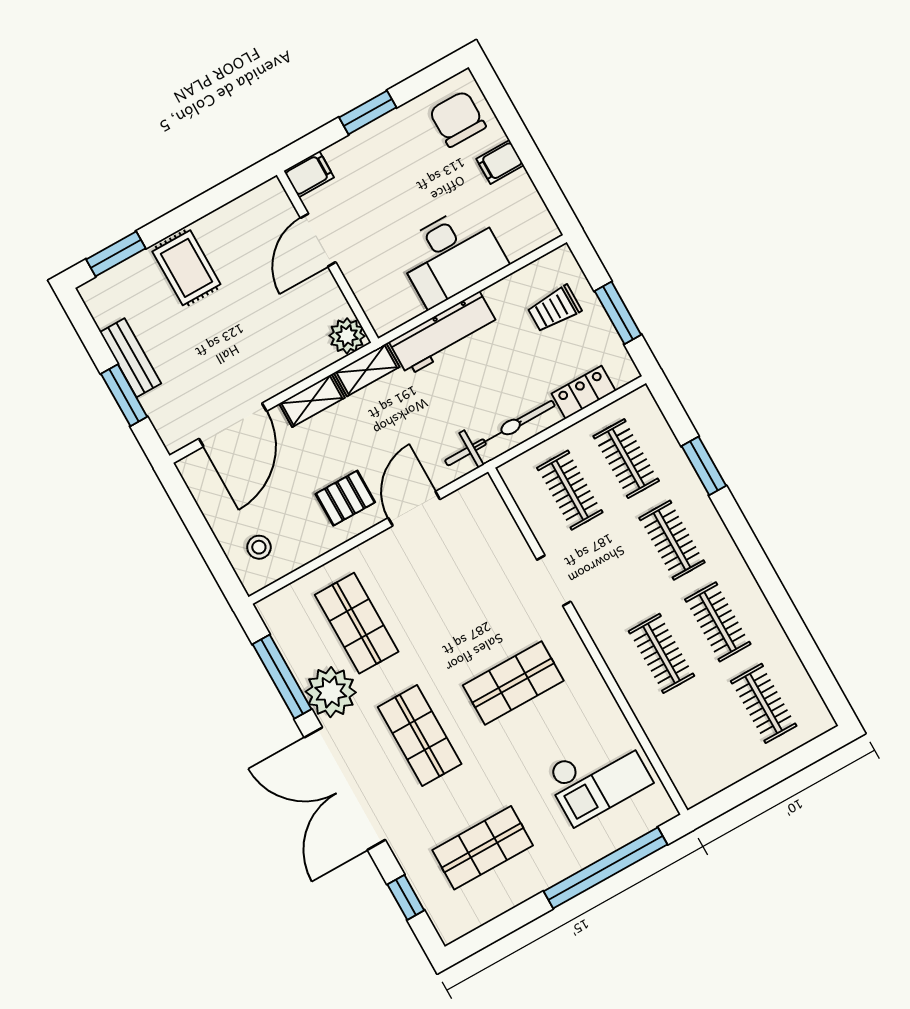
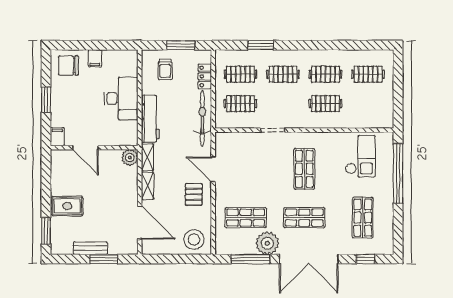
stool: (259, 547) -> (194, 239), width x1.89, depth x1.89

